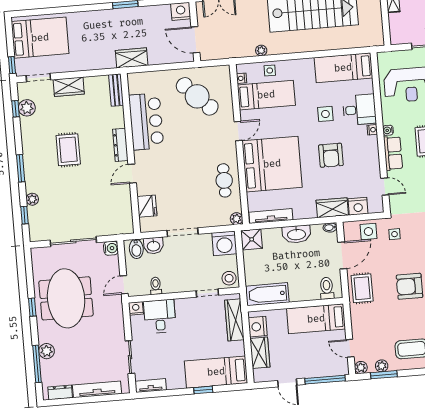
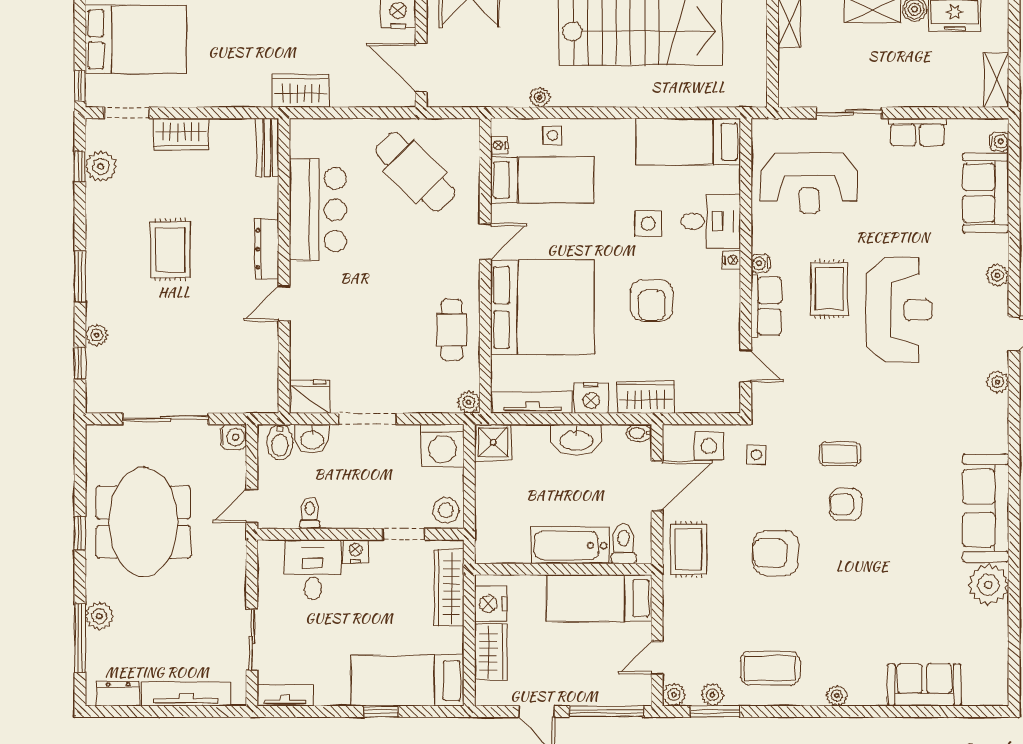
fridge: (147, 206) -> (310, 397), moved, turned -90
nightstand: (358, 206) -> (591, 398), moved
bathtub: (267, 294) -> (570, 545), moved
nightstand: (136, 308) -> (356, 551), moved
door: (350, 348) -> (657, 658), hinge flipped

